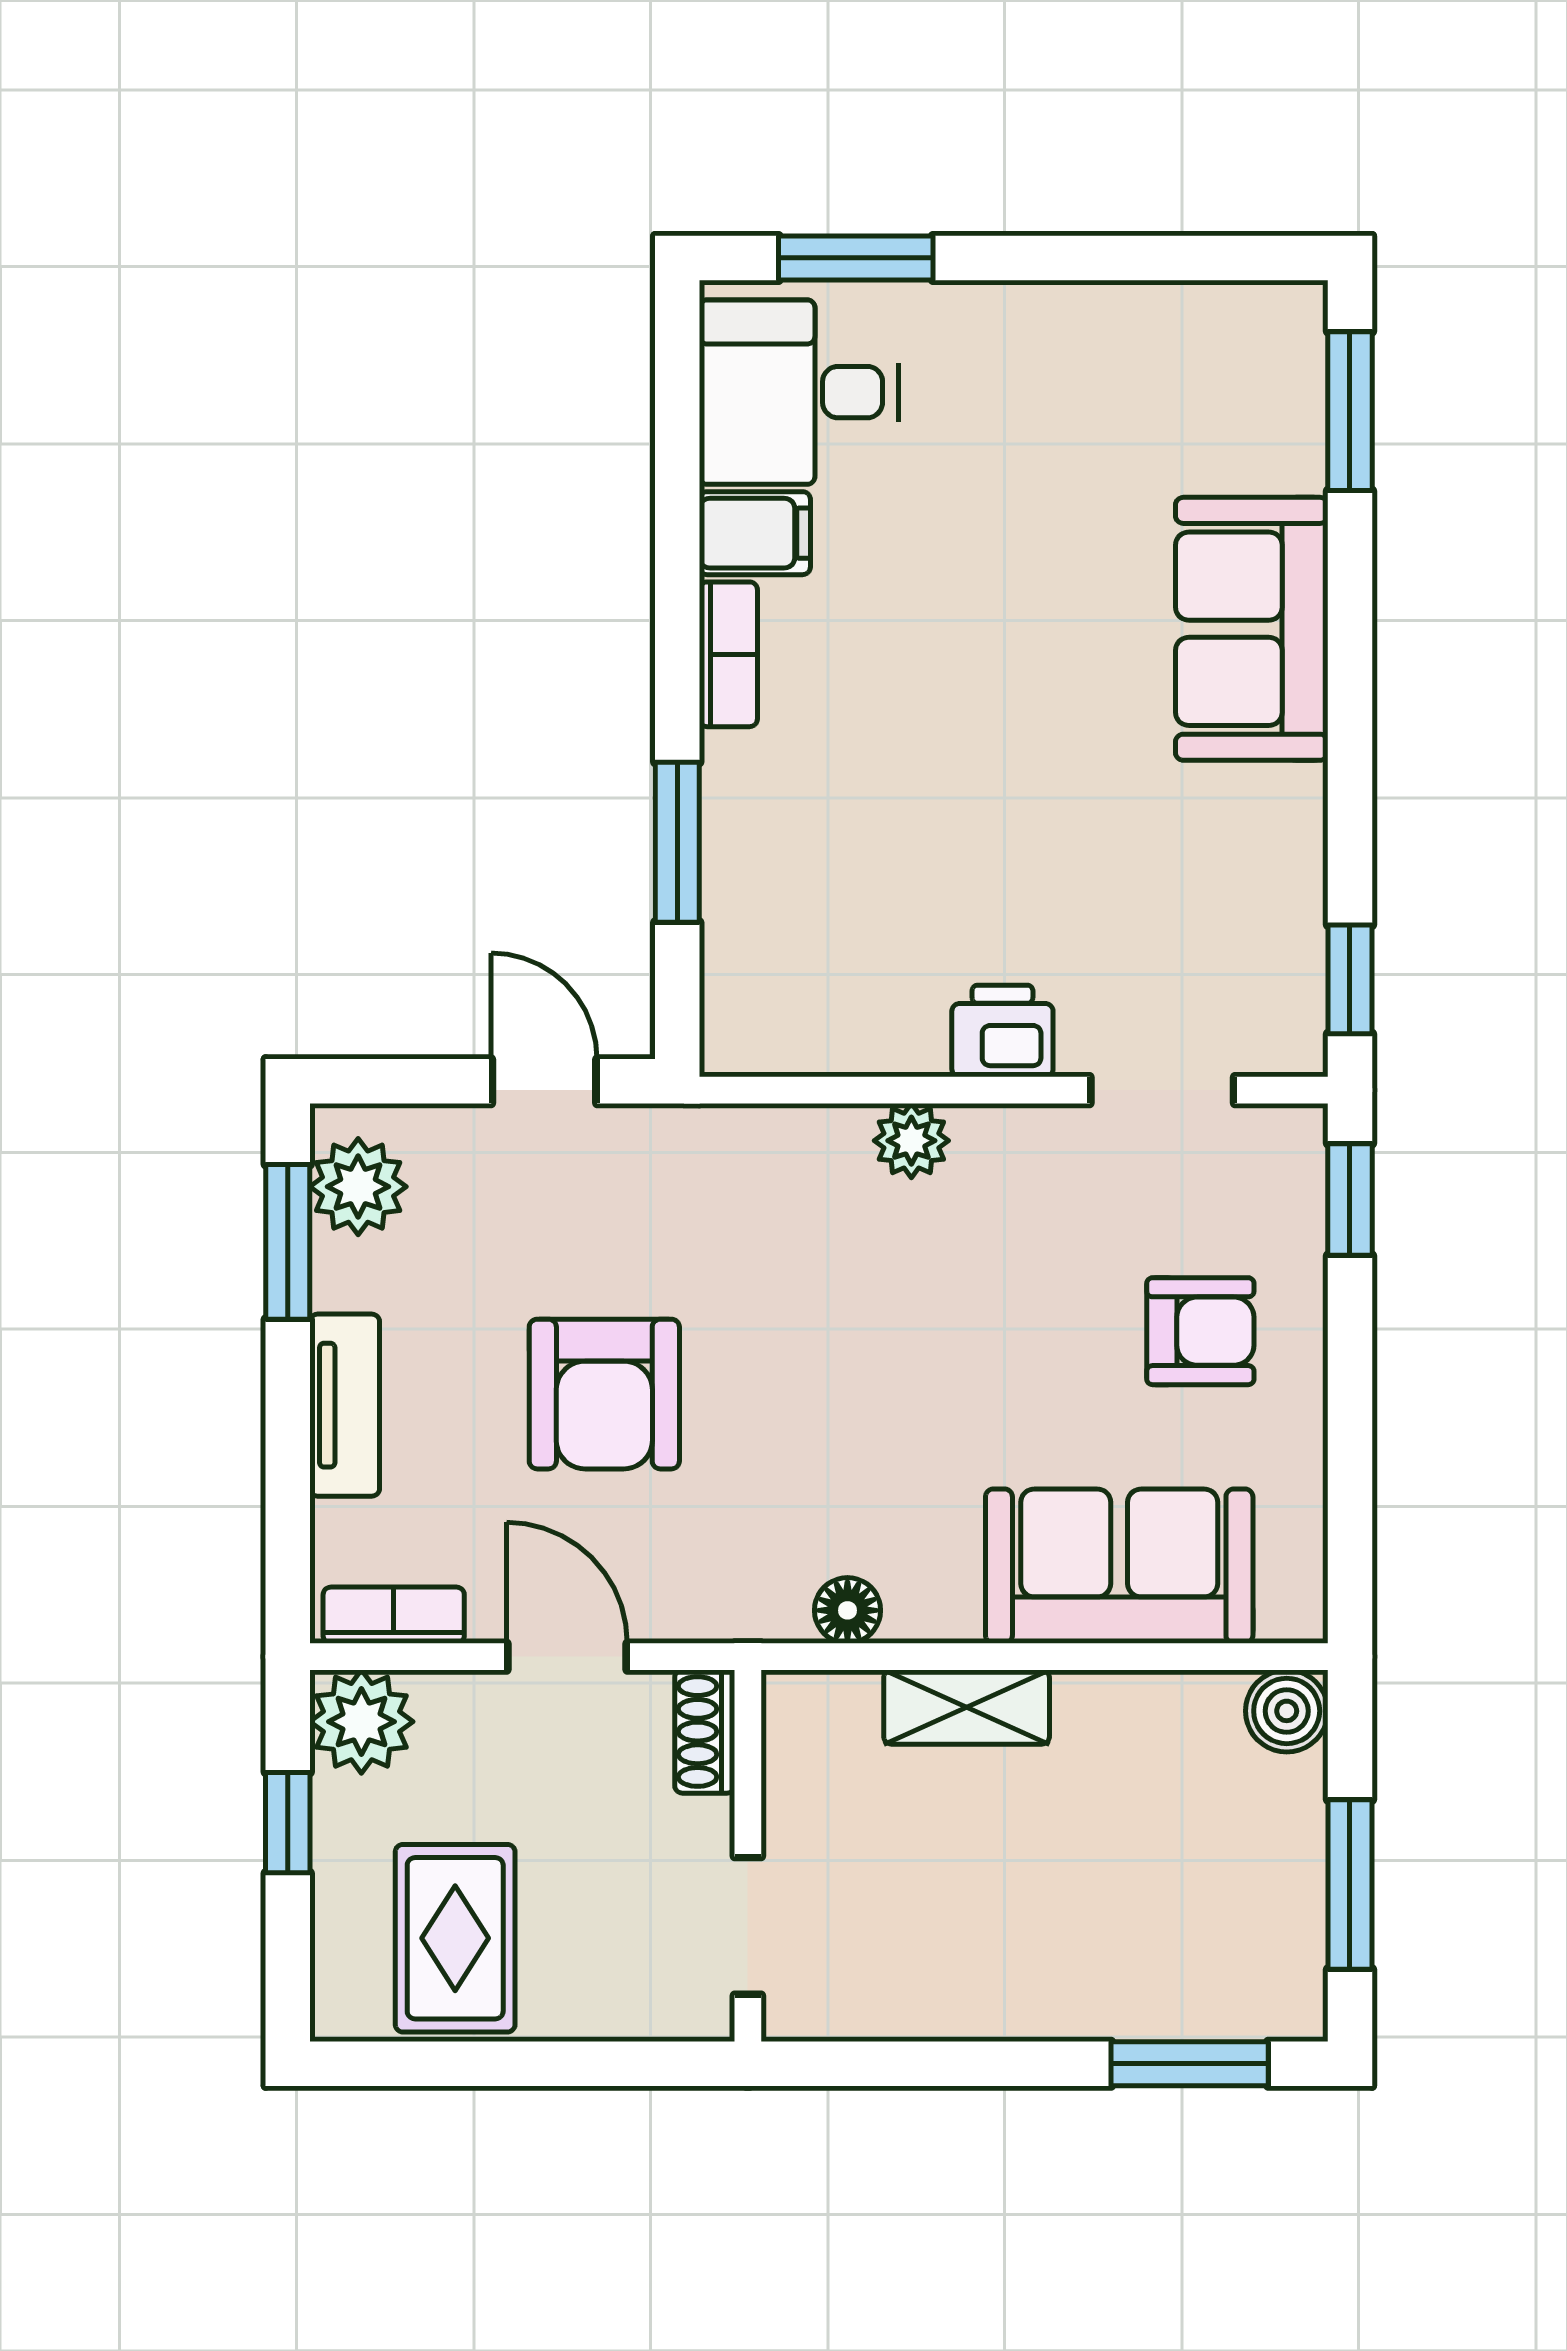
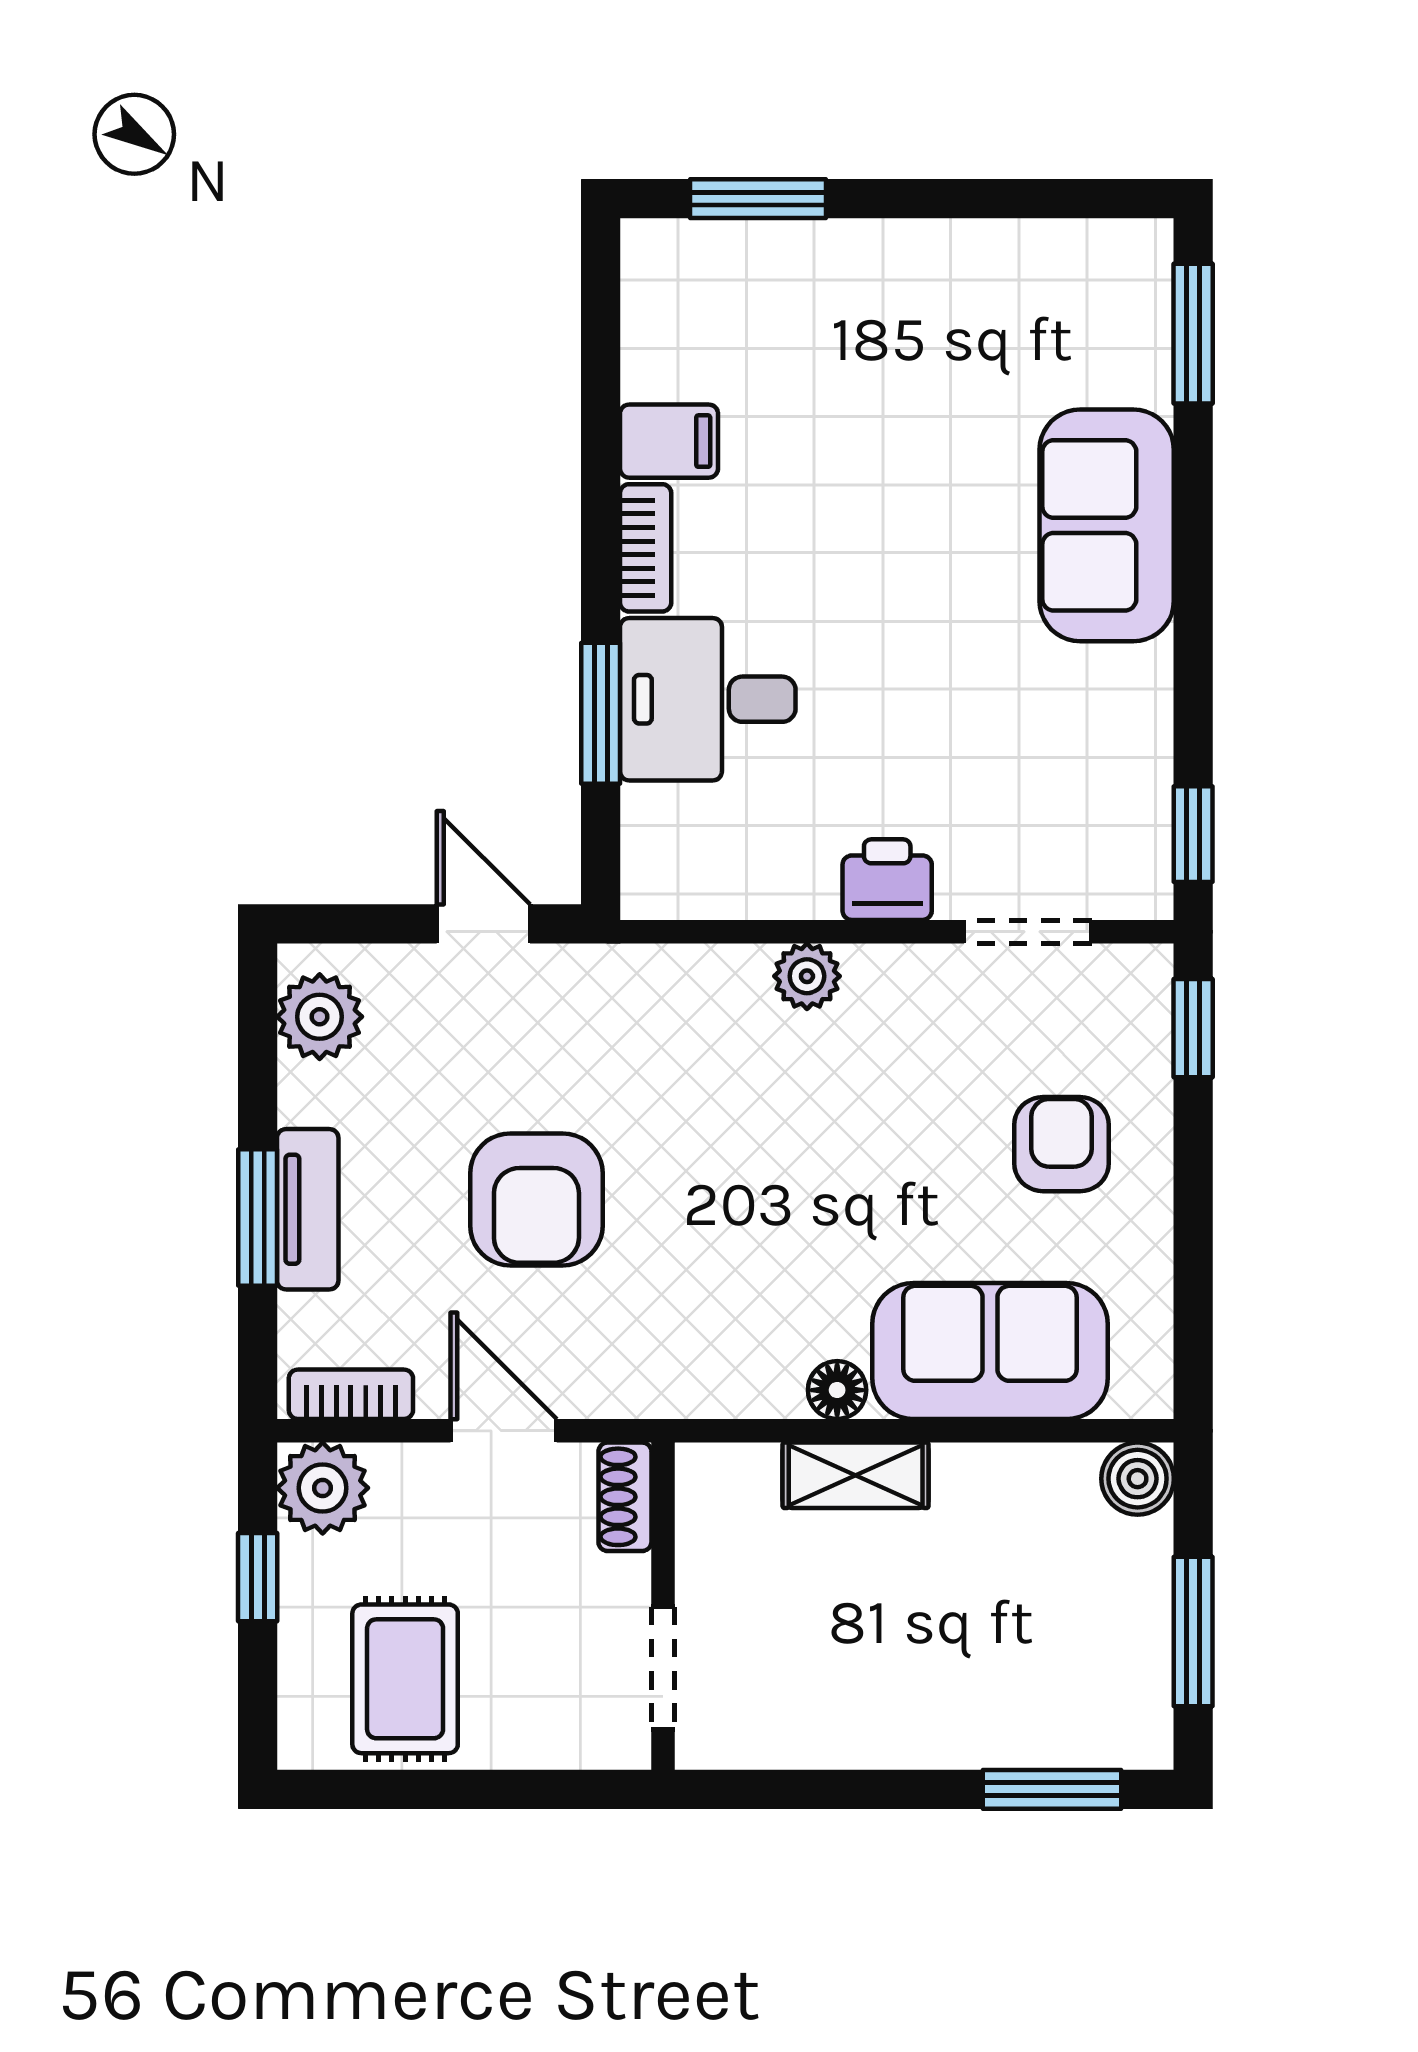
desk: (799, 392) -> (708, 699), moved
window: (288, 1242) -> (258, 1217), moved
armchair: (1200, 1331) -> (1061, 1144), turned -90
floor lamp: (847, 1610) -> (837, 1390), moved

